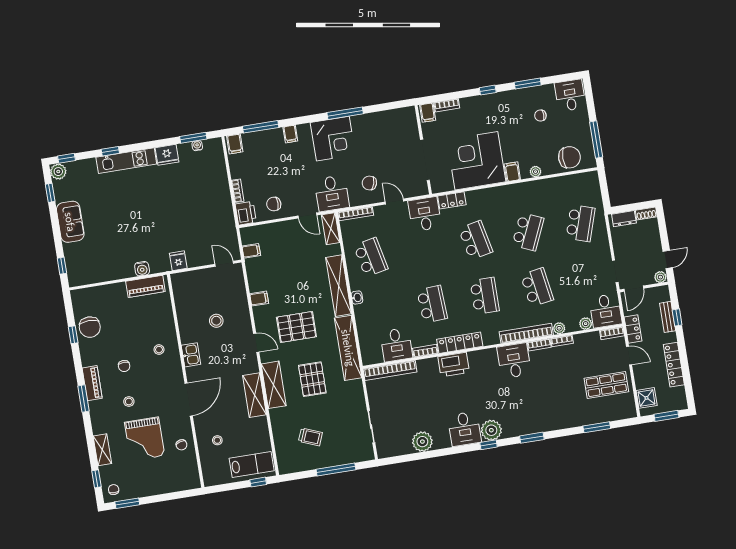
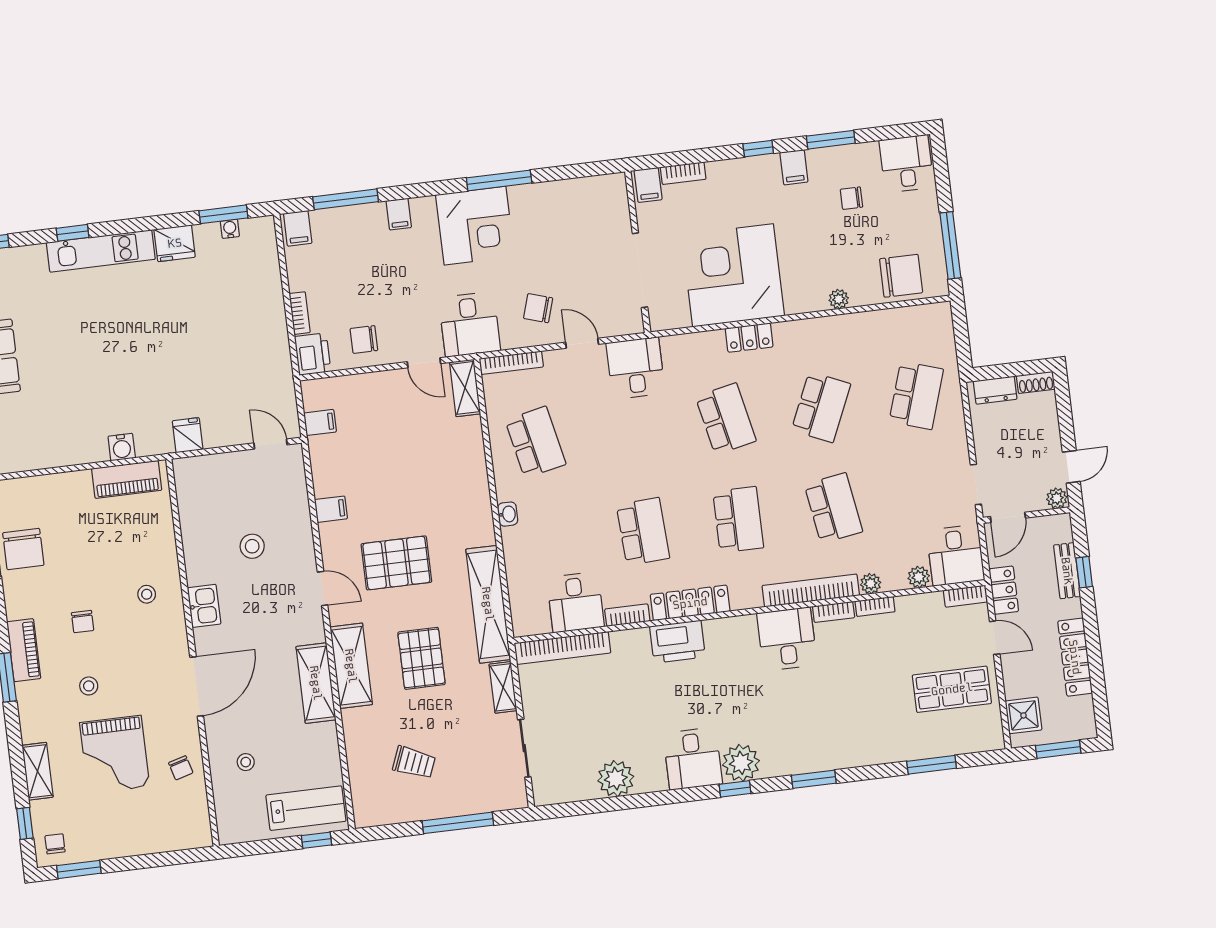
filing cabinet: (512, 172) -> (794, 167), moved, turned 180
locker: (452, 200) -> (749, 338), moved
shelving: (339, 286) -> (503, 687), moved, width x0.45, depth x0.75

